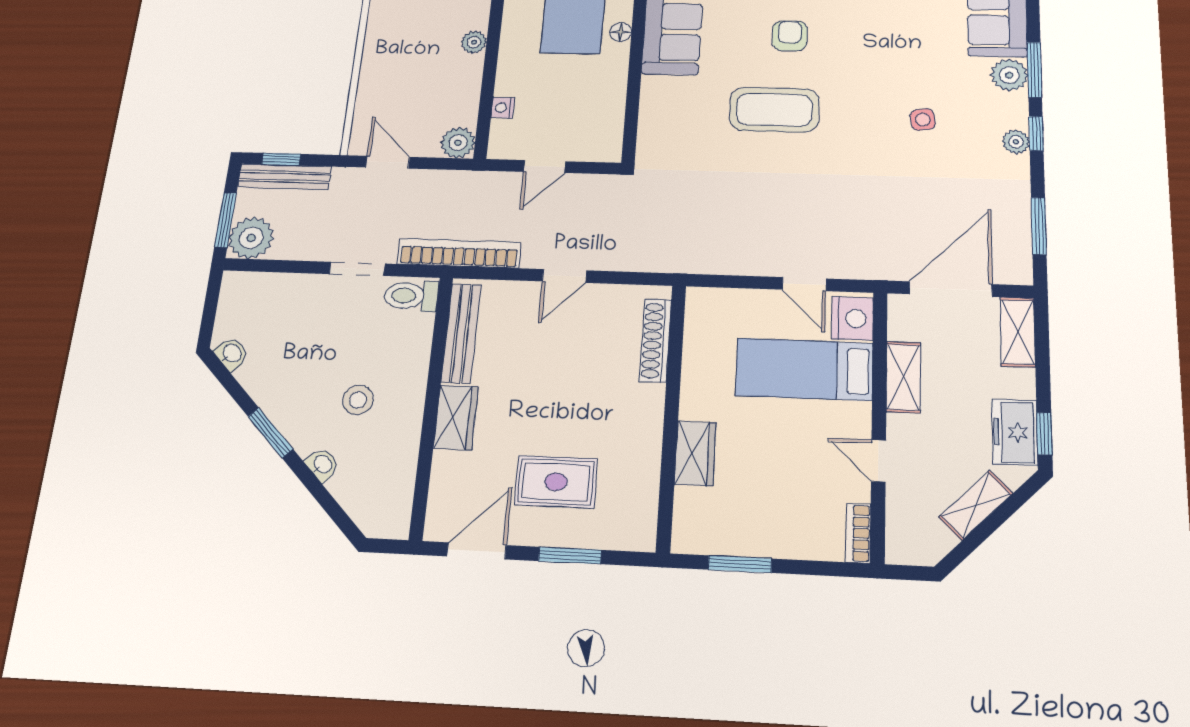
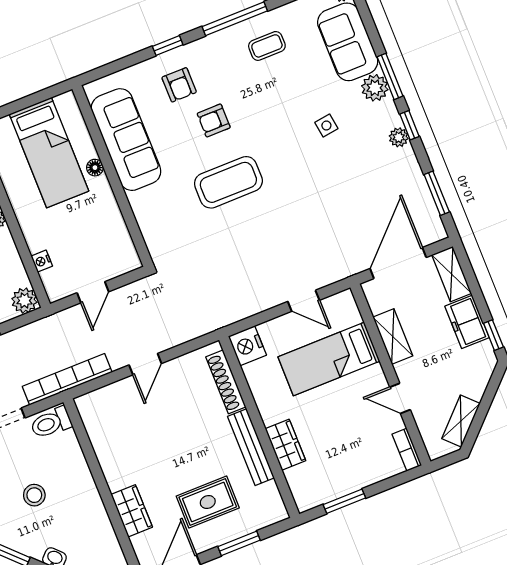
armchair: (790, 36) -> (214, 120), turned -90
side table: (923, 120) -> (326, 126), moved
nightstand: (853, 318) -> (247, 346), moved, turned 180
bench: (461, 333) -> (251, 447), moved
stool: (358, 400) -> (34, 495), moved
wardrobe: (456, 417) -> (132, 511), moved
freezer: (1015, 432) -> (467, 322), moved
shelving: (976, 505) -> (461, 421), moved

